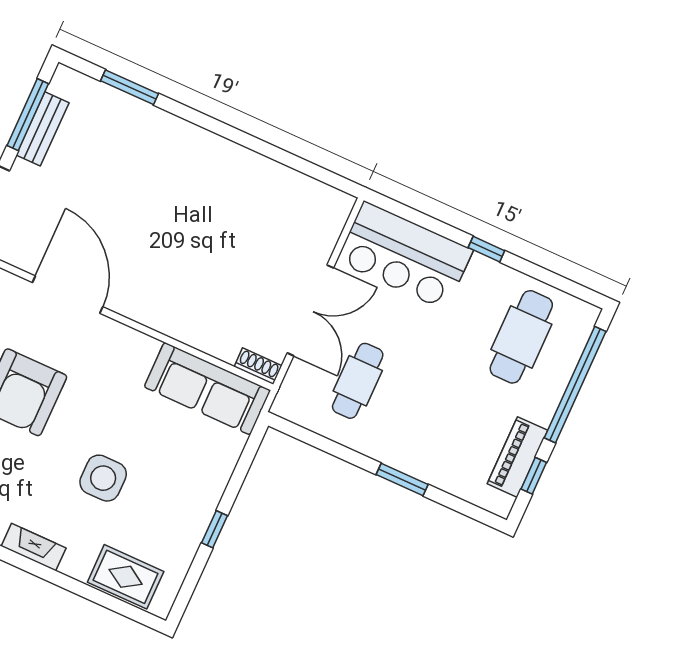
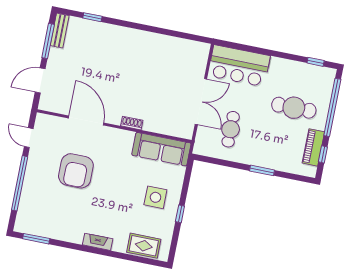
window: (129, 87) -> (92, 17), width x0.67
bench: (42, 129) -> (60, 31), moved
window: (486, 249) -> (316, 62), moved
cafe table: (521, 337) -> (294, 108), moved, turned 90
shoe rack: (258, 366) -> (132, 123), moved
side table: (103, 478) -> (155, 197), moved

